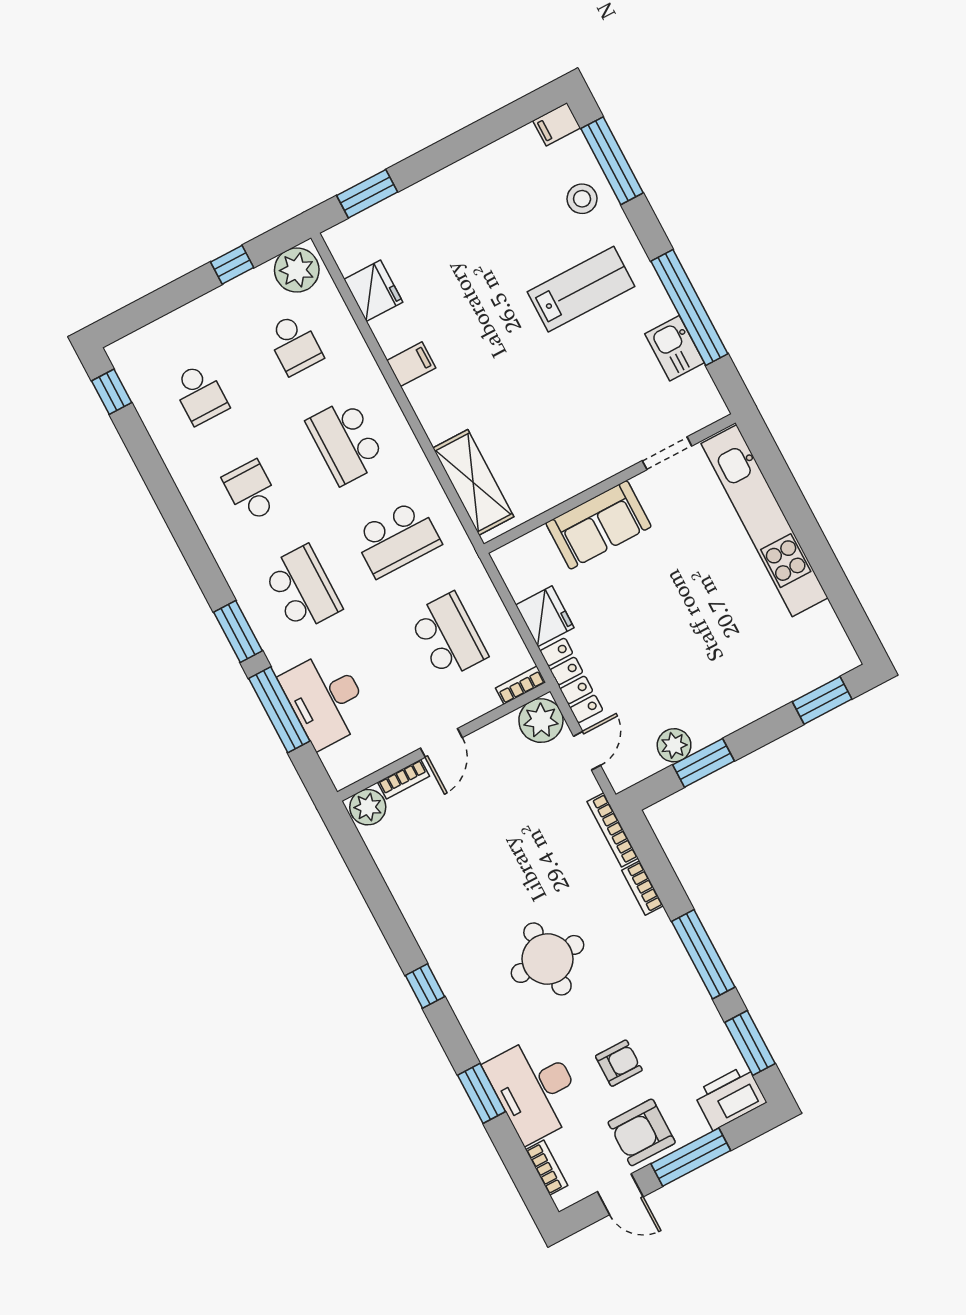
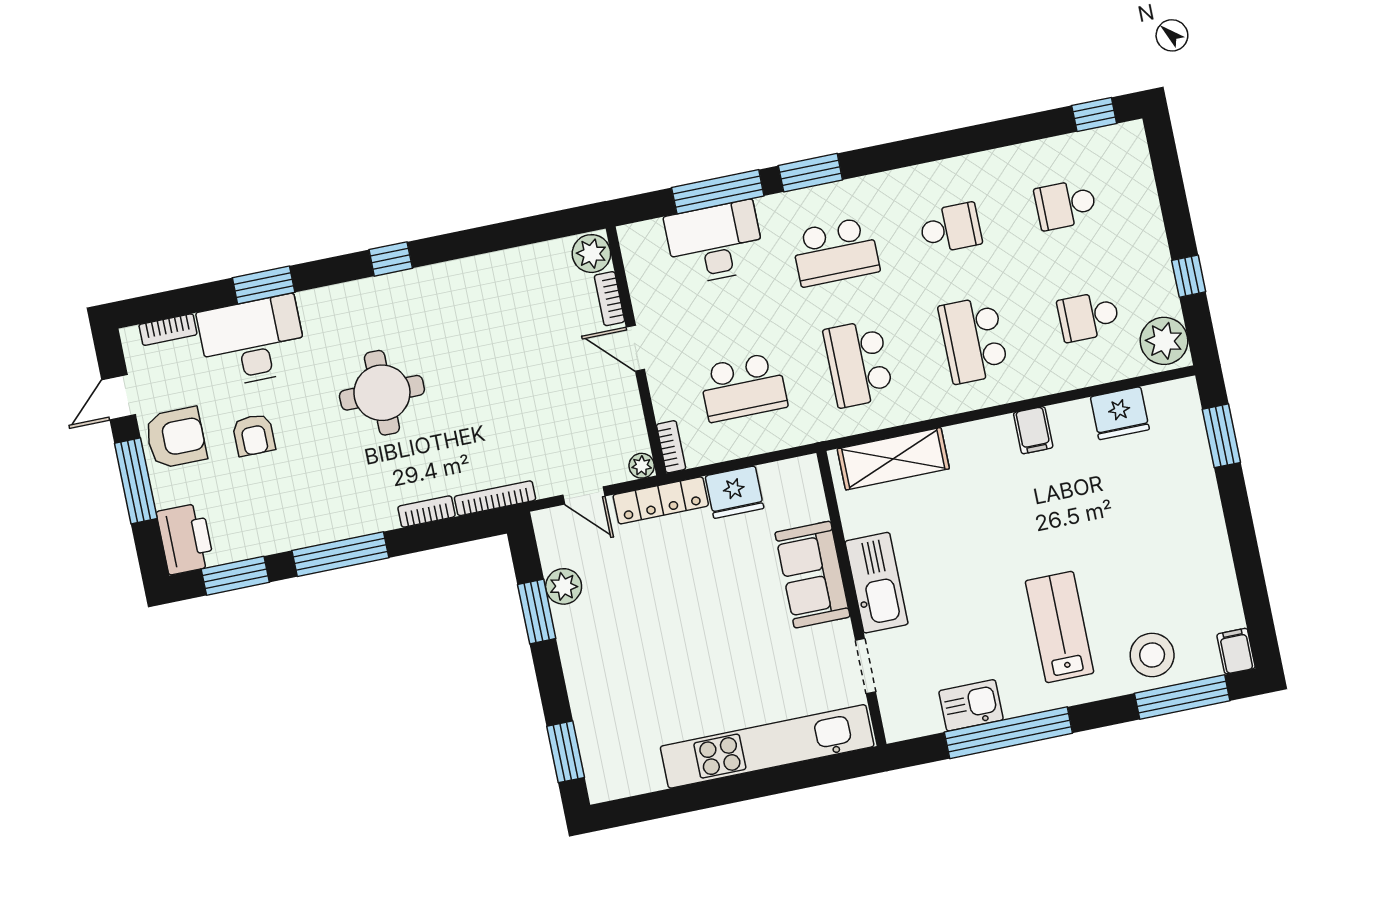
stool: (582, 199) -> (1152, 655), width x1.38, depth x1.38
lab bench: (581, 289) -> (1060, 627), turned 180
school desk: (346, 441) -> (973, 340), turned -90
kitchen sink: (589, 465) -> (877, 583), added
plant: (541, 721) -> (642, 466), width x0.53, depth x0.53
armchair: (642, 1132) -> (176, 438), turned 90

